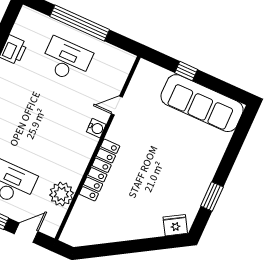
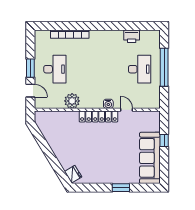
locker: (99, 170) -> (98, 117), moved
plant: (61, 194) -> (72, 101), moved
window: (212, 197) -> (121, 188), moved

